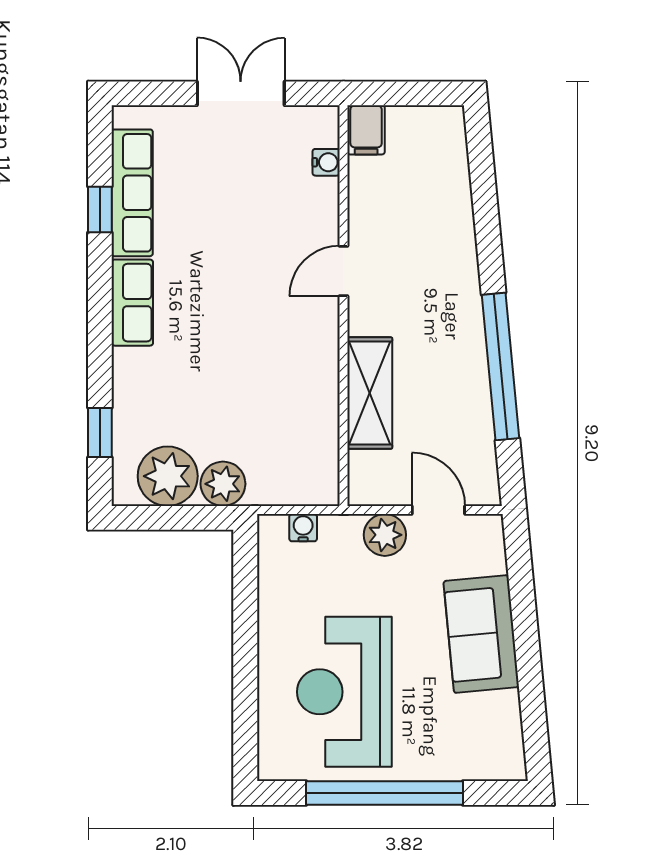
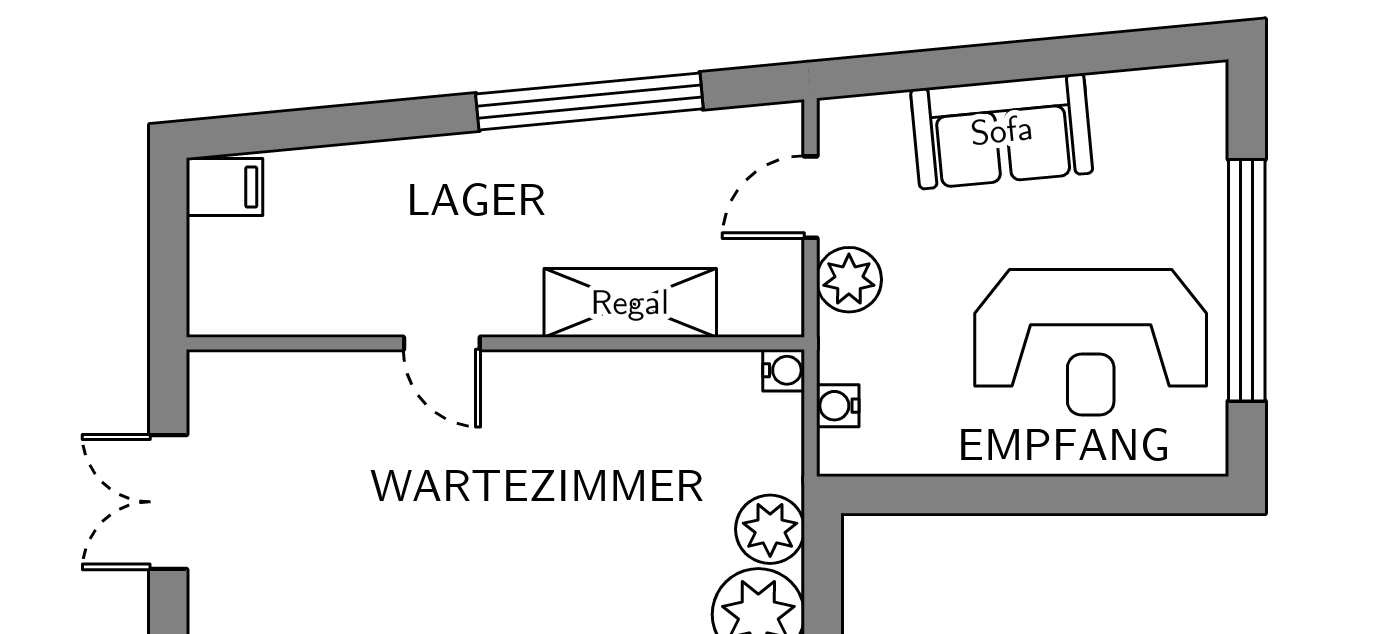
filing cabinet: (366, 130) -> (225, 187), moved
water cooler: (326, 162) -> (784, 370), moved, turned 90

